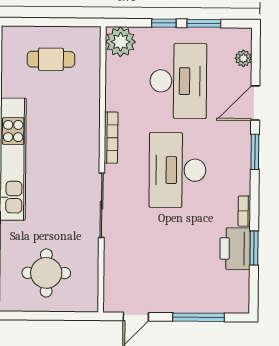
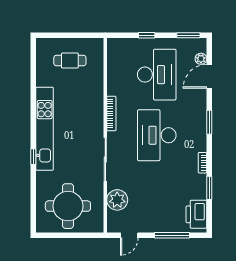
window: (204, 23) -> (188, 35), moved
plant: (121, 42) -> (117, 200), moved
door: (255, 103) -> (209, 76), moved
printer: (235, 249) -> (196, 214), moved
round table: (46, 273) -> (68, 206), width x1.36, depth x1.36

